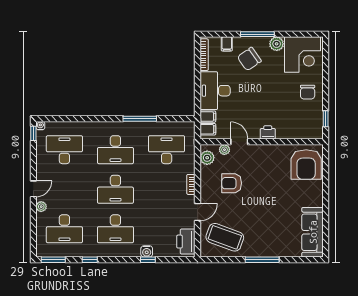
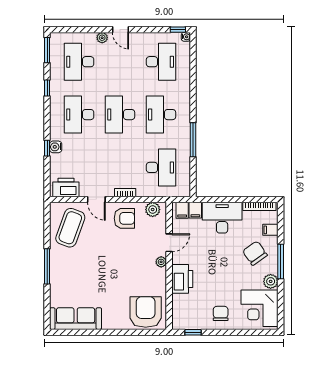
chair: (308, 92) -> (221, 313), turned 90
printer: (268, 132) -> (182, 279), width x1.87, depth x1.48
plant: (224, 150) -> (161, 262), moved
armchair: (306, 165) -> (146, 312), turned 90
armchair: (232, 183) -> (124, 218), moved, turned 90

